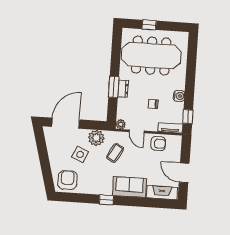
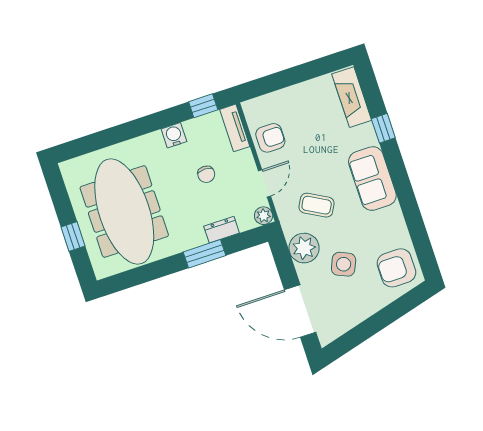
dresser: (123, 89) -> (222, 230), moved
armchair: (158, 144) -> (270, 138), turned 90
door: (184, 173) -> (302, 73), removed
sofa: (129, 187) -> (372, 179), moved
window: (106, 200) -> (383, 128), moved

